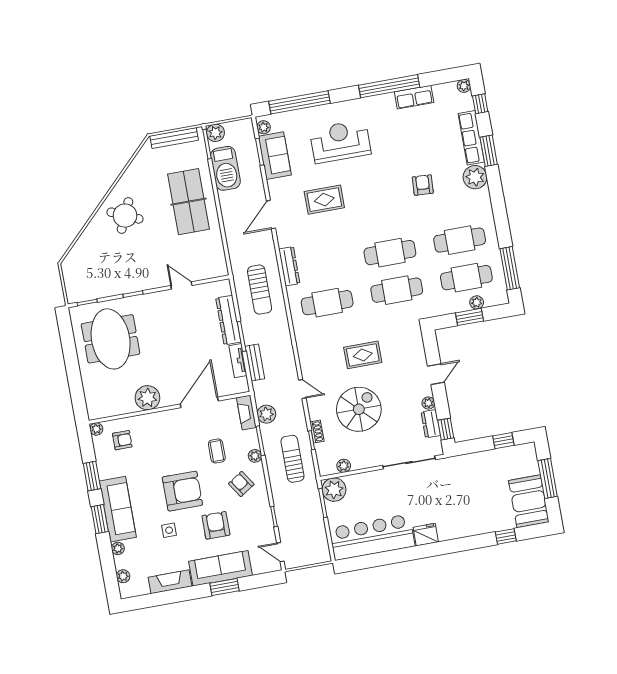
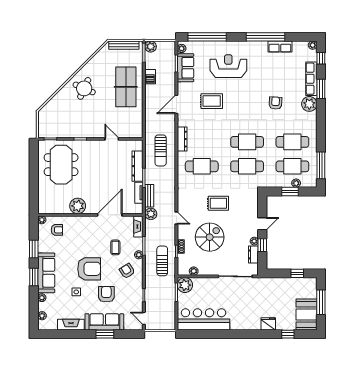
barbecue: (225, 168) -> (150, 77), width x0.53, depth x0.65
plant: (266, 414) -> (151, 214), moved
window: (446, 429) -> (262, 245), moved
fridge: (426, 535) -> (268, 324), moved

